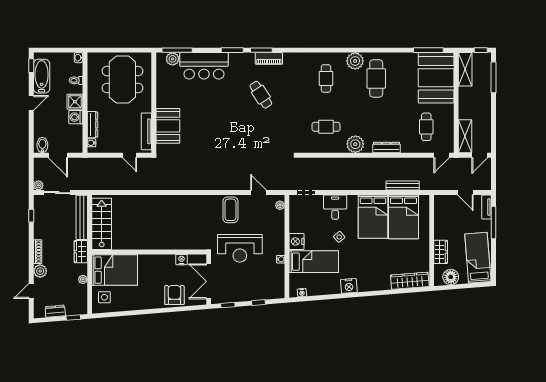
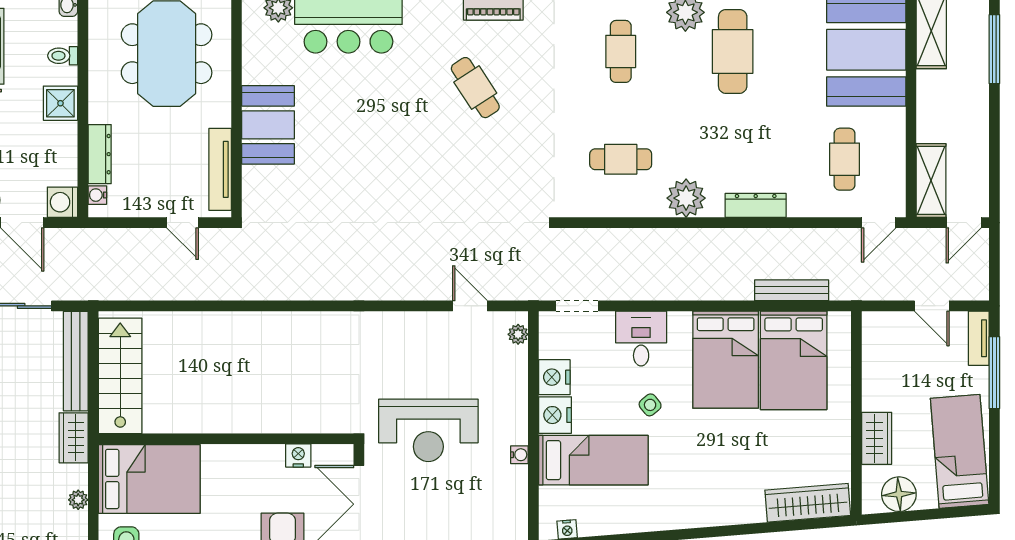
washing machine: (76, 117) -> (62, 202), moved
booth: (168, 126) -> (268, 125), moved
coffee table: (230, 210) -> (407, 345), removed
nightstand: (349, 286) -> (554, 377), moved, turned 95

